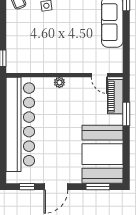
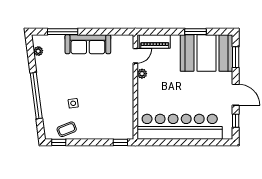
plant: (59, 82) -> (142, 74), moved
window: (126, 114) -> (196, 32), moved

